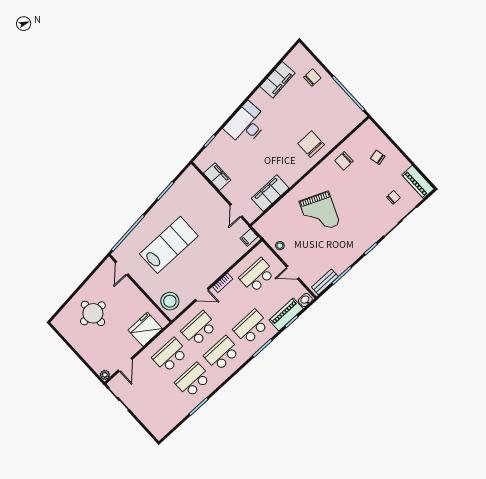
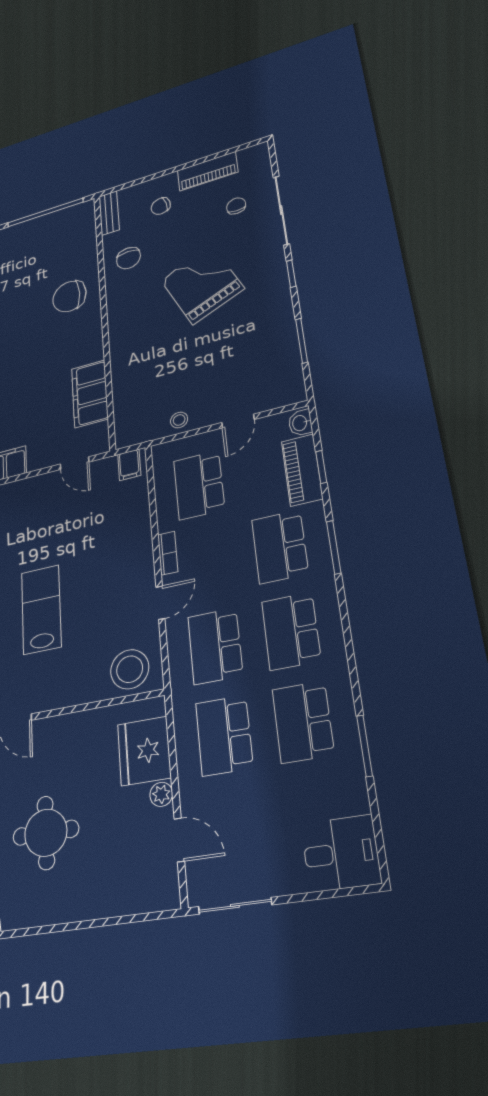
piano: (418, 182) -> (208, 171), moved
grand piano: (320, 213) -> (202, 284), moved, turned -137
lab bench: (169, 245) -> (41, 609), width x0.73, depth x0.72
bench: (325, 282) -> (109, 213), moved
plant: (105, 375) -> (161, 794), moved
desk: (159, 422) -> (341, 853), added

